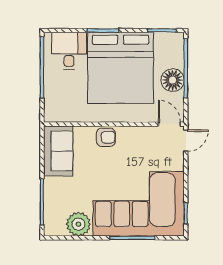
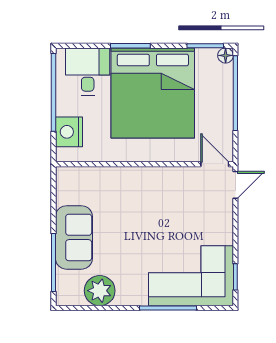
floor lamp: (173, 80) -> (226, 55), moved, width x0.53, depth x0.53
nightstand: (54, 99) -> (69, 132), added
armchair: (106, 137) -> (134, 181), removed
sofa: (58, 151) -> (74, 237), moved
corner sofa: (139, 204) -> (191, 276), width x0.73, depth x0.74

